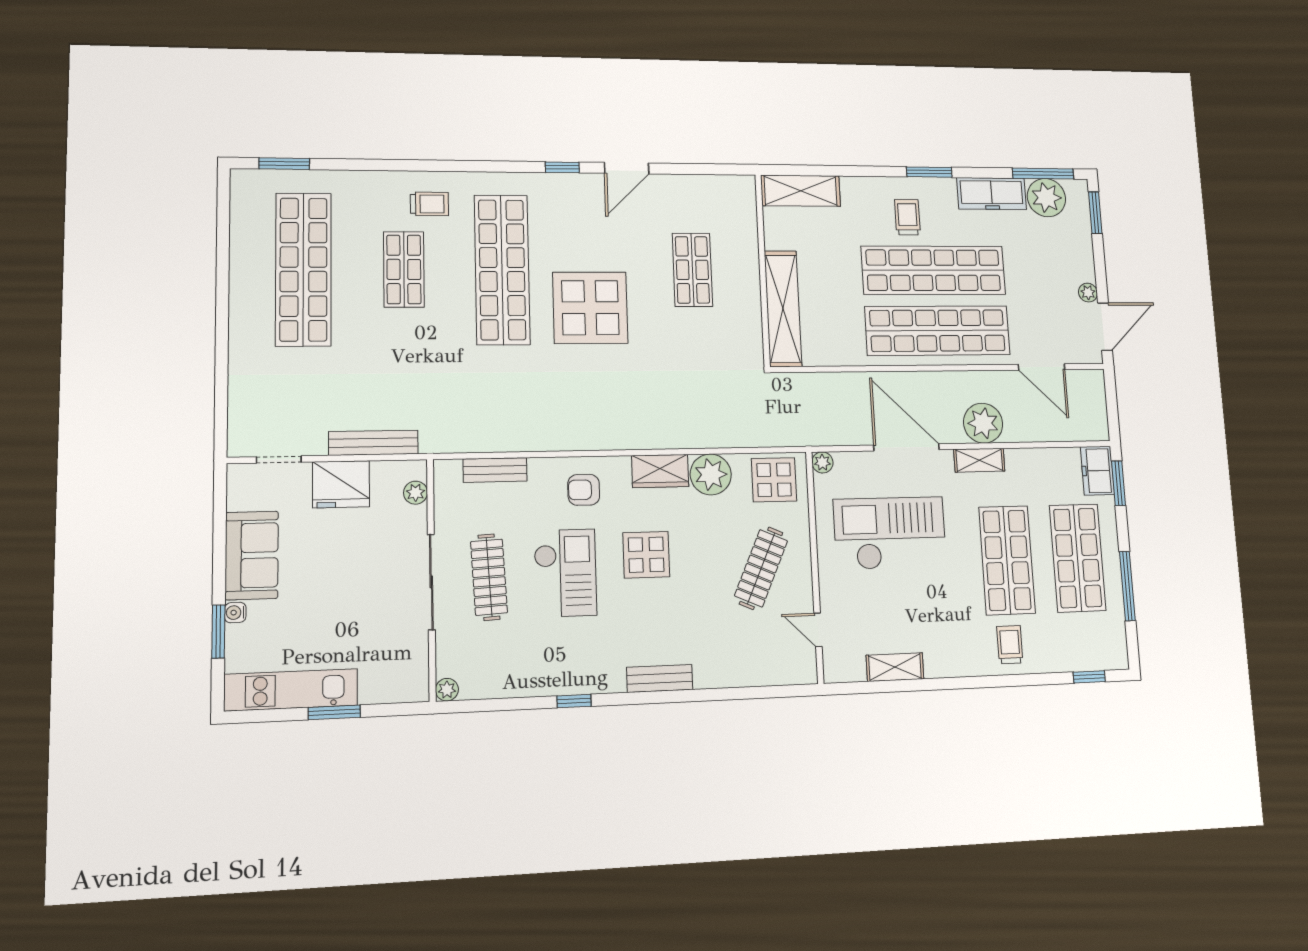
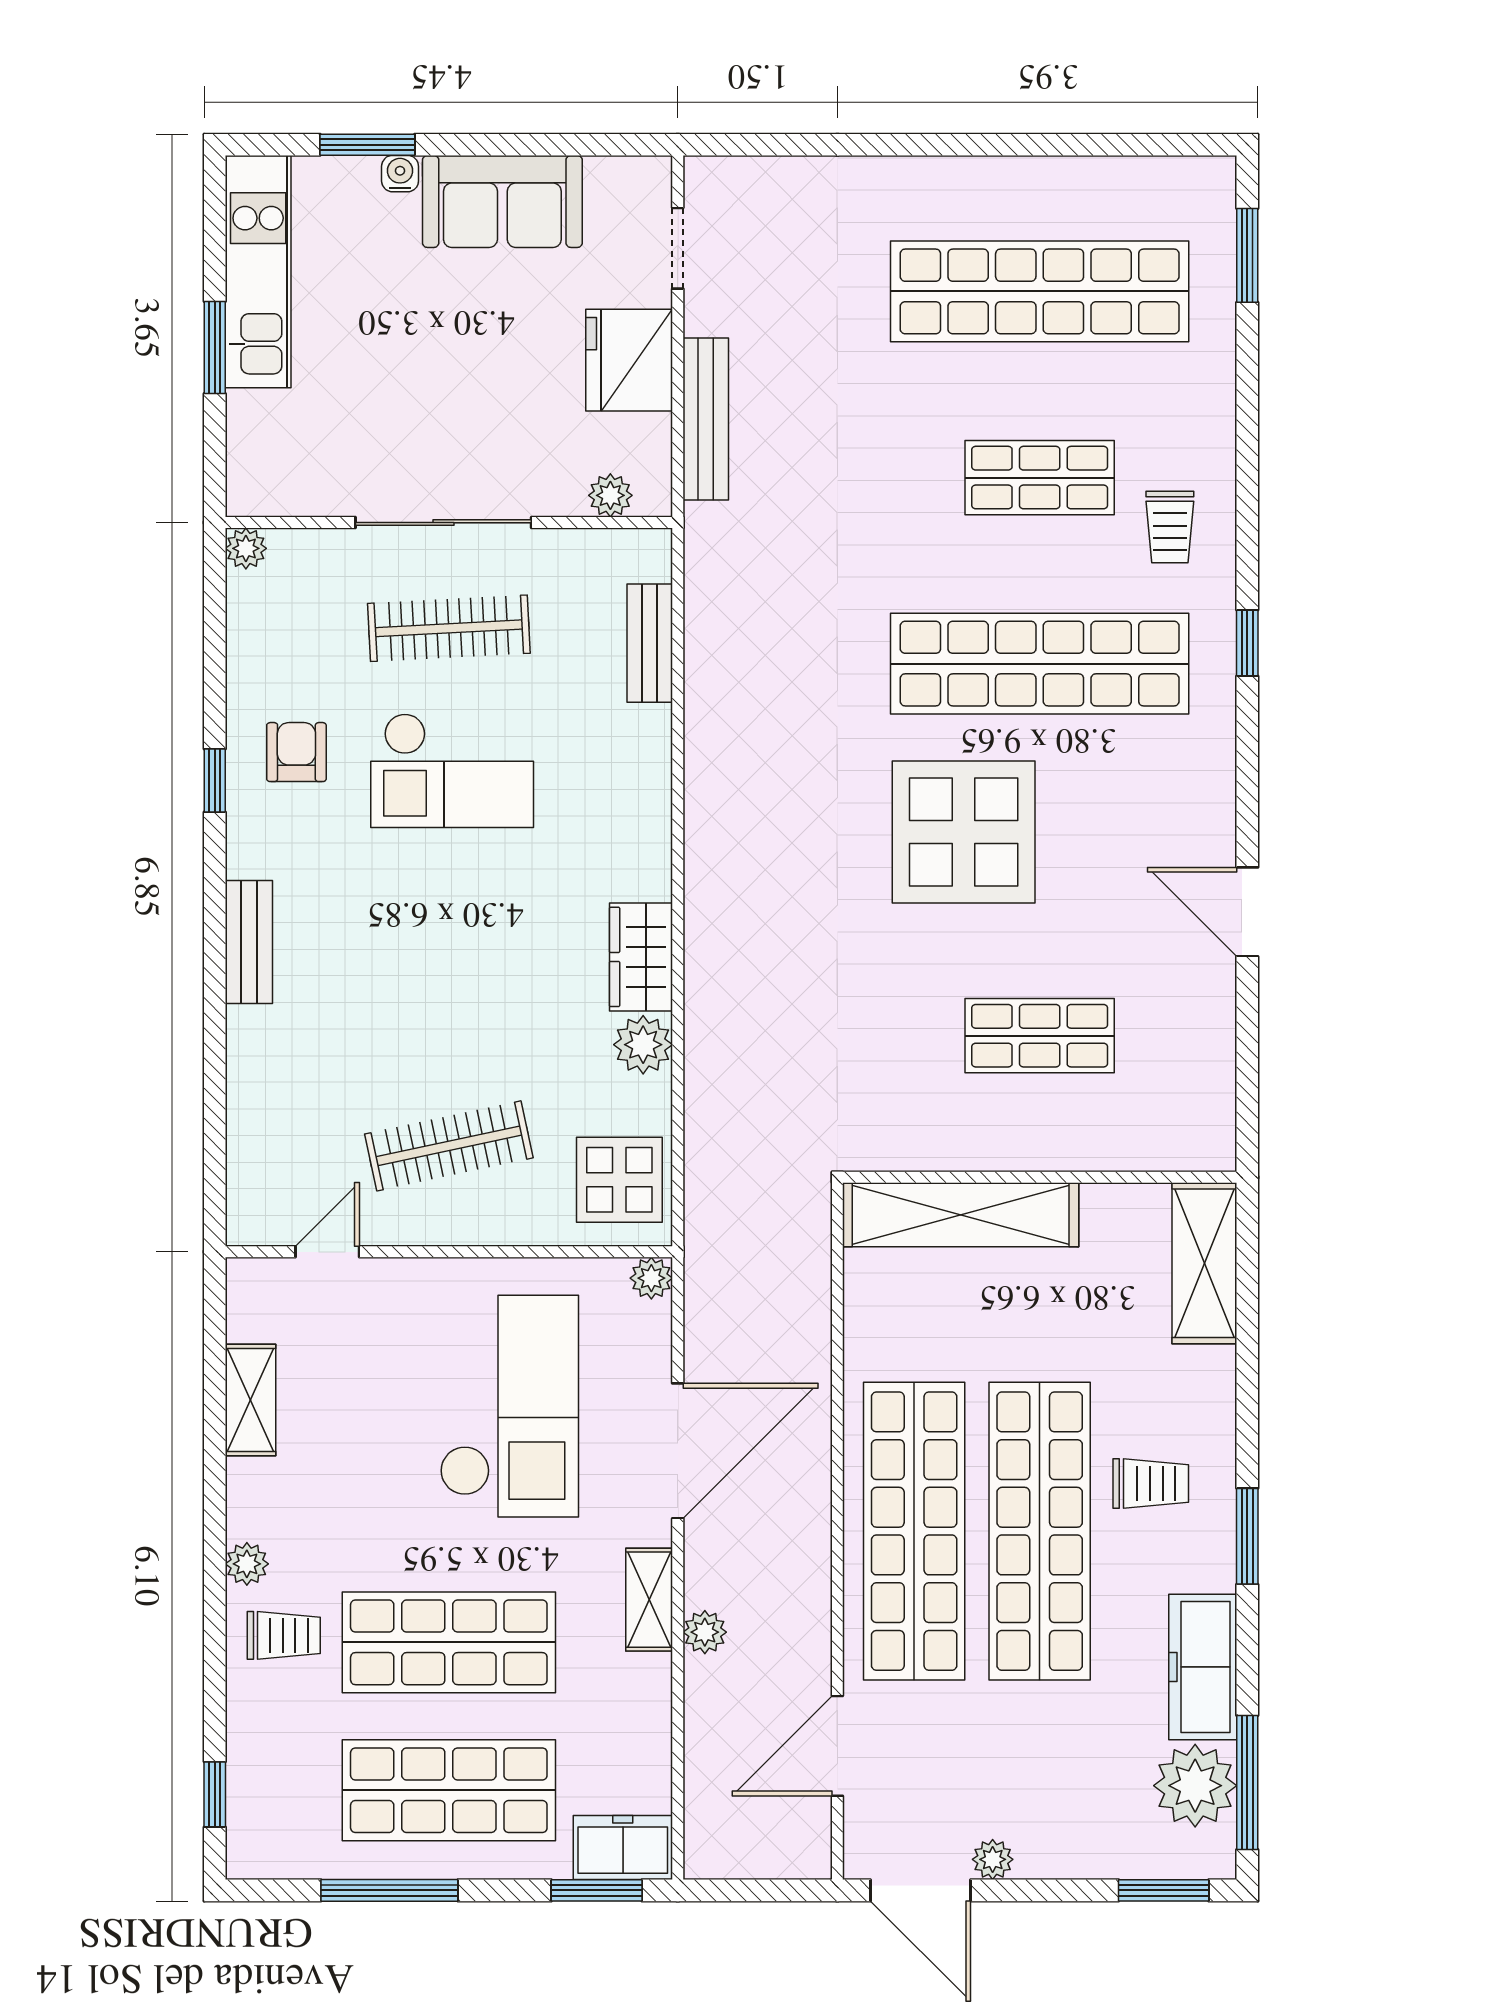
window: (562, 167) -> (1247, 643), moved
plant: (983, 423) -> (705, 1632), width x0.53, depth x0.53
plant: (711, 474) -> (643, 1045), width x0.73, depth x0.73
armchair: (584, 490) -> (296, 752), moved
display table: (646, 555) -> (481, 925), removed
clothes rail: (761, 568) -> (449, 1146), turned -36
plant: (976, 665) -> (247, 1564), added

